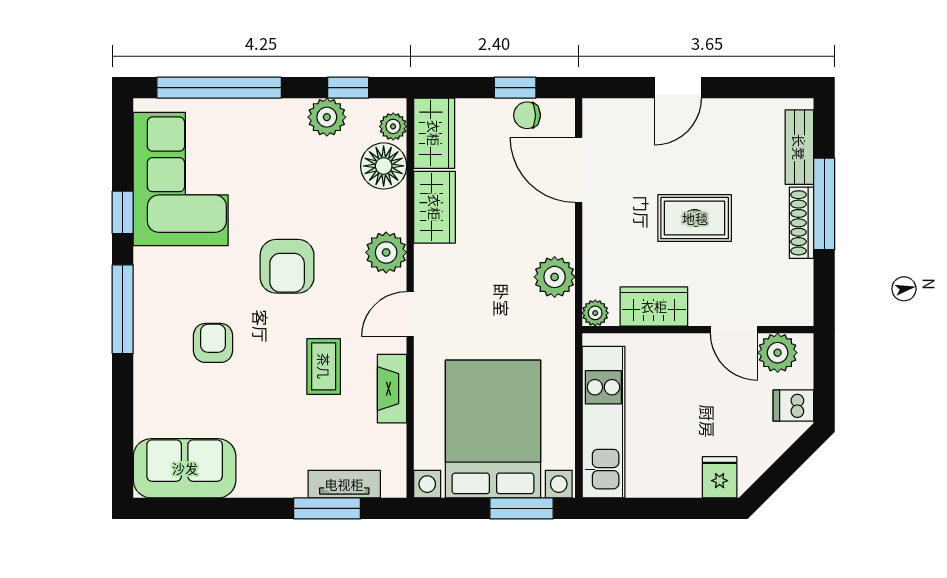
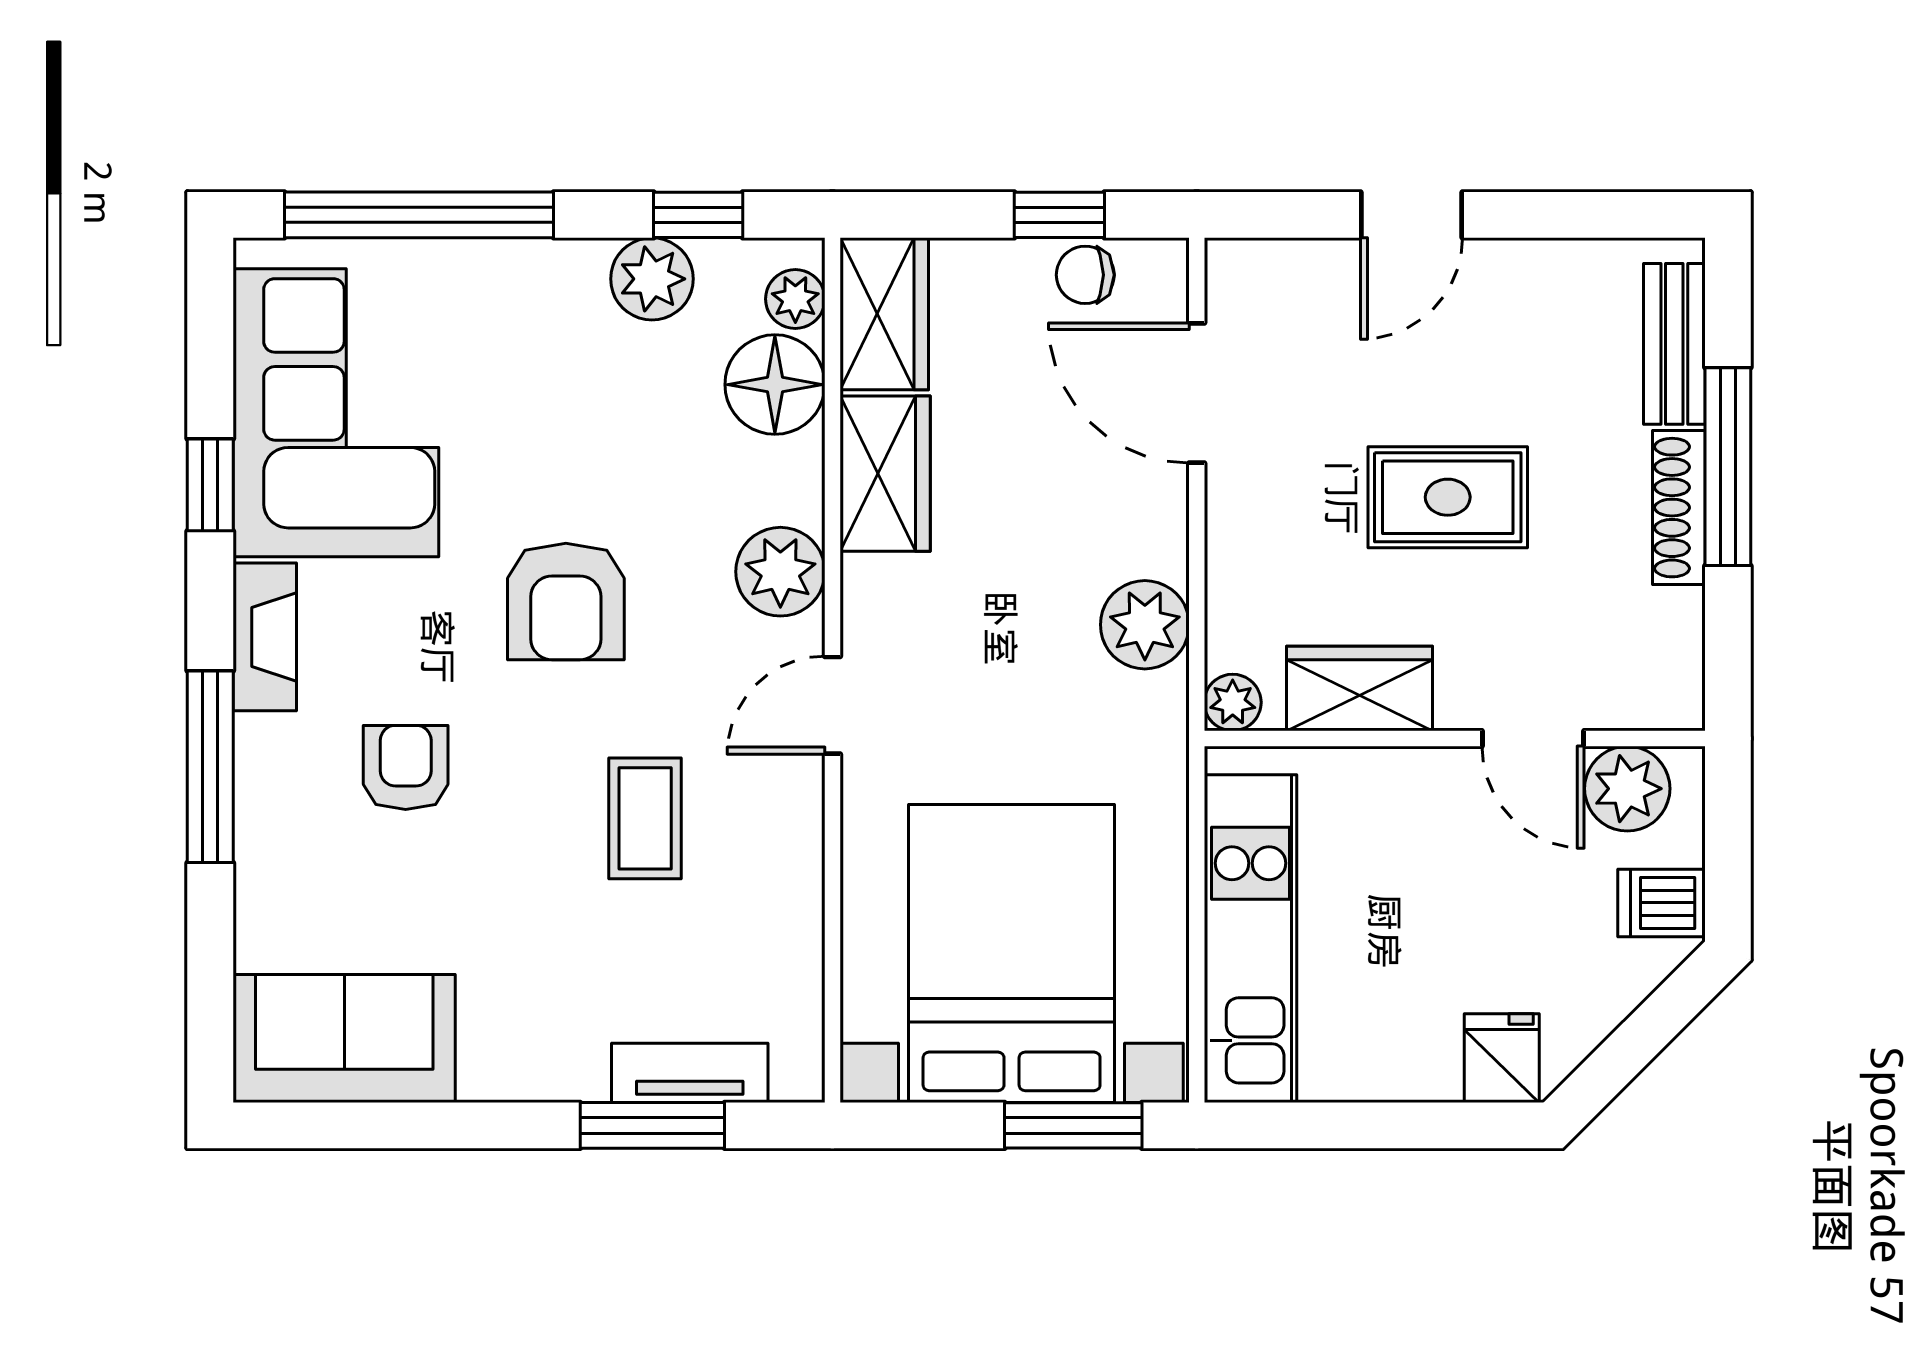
window: (123, 309) -> (210, 767), moved
fireplace: (392, 389) -> (265, 637), moved, turned 180

